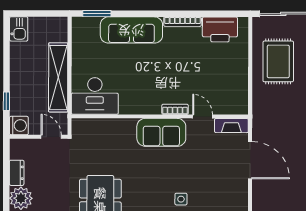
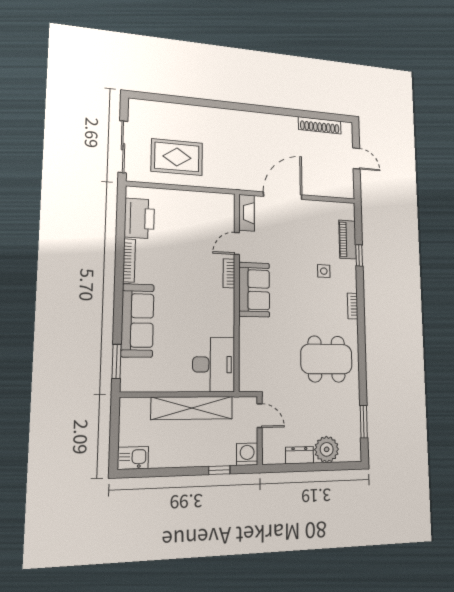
door: (51, 137) -> (260, 416), swing flipped

